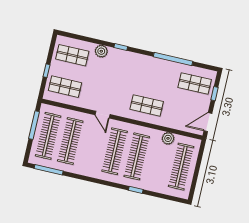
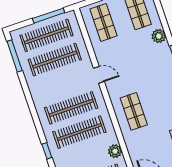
door: (102, 115) -> (99, 75), swing flipped

